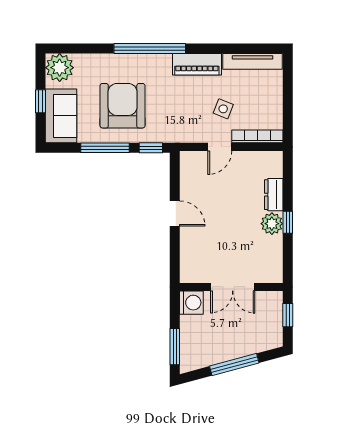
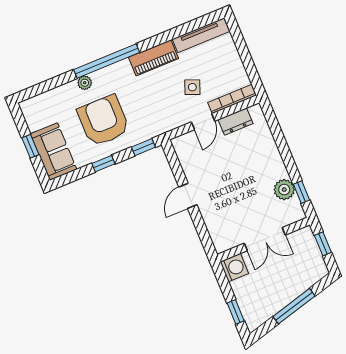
plant: (60, 68) -> (85, 83), moved, width x0.53, depth x0.53
window: (105, 148) -> (103, 164), width x0.46
dresser: (274, 195) -> (236, 122), moved, turned -90
door: (175, 213) -> (188, 196), swing flipped
window: (288, 222) -> (301, 192), moved
plant: (272, 224) -> (284, 190), moved
window: (175, 347) -> (236, 312), width x0.67

